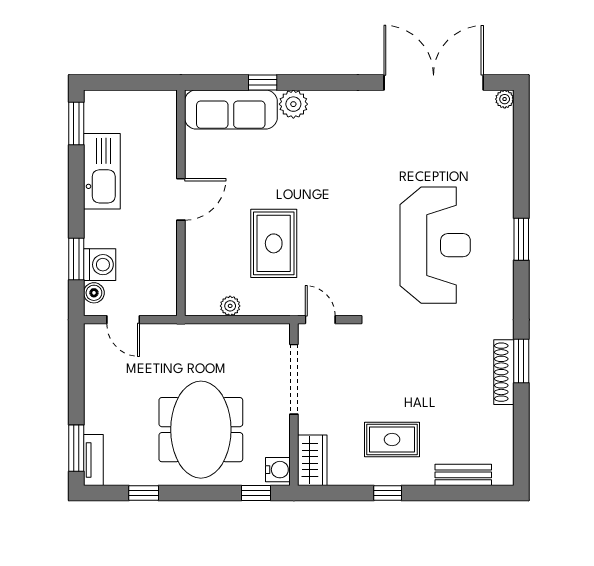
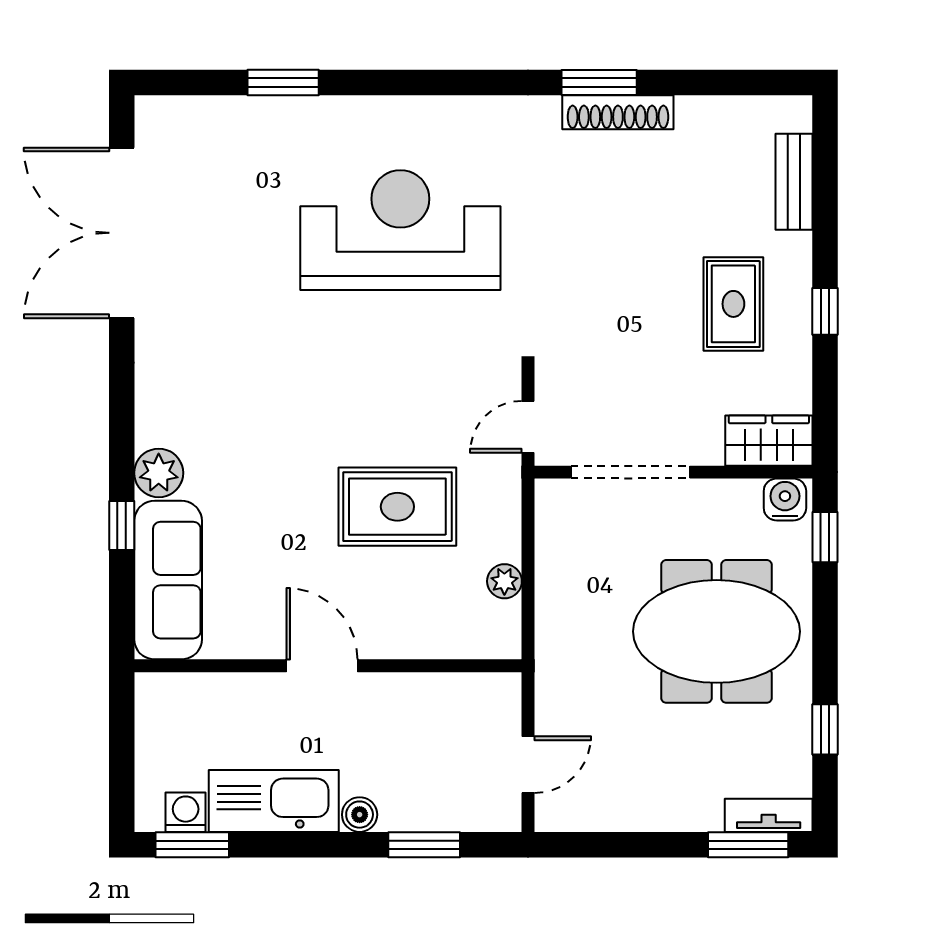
plant: (505, 99) -> (150, 111), removed
window: (521, 239) -> (283, 83), moved
washing machine: (100, 265) -> (186, 812), moved, width x0.73, depth x0.73
boiler: (94, 293) -> (360, 815), moved

